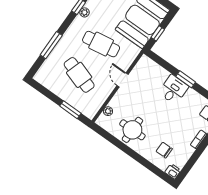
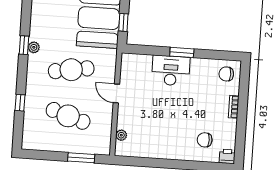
window: (51, 45) -> (20, 103), width x0.46
desk: (174, 90) -> (171, 71), width x1.37
round table: (132, 130) -> (159, 139), removed

